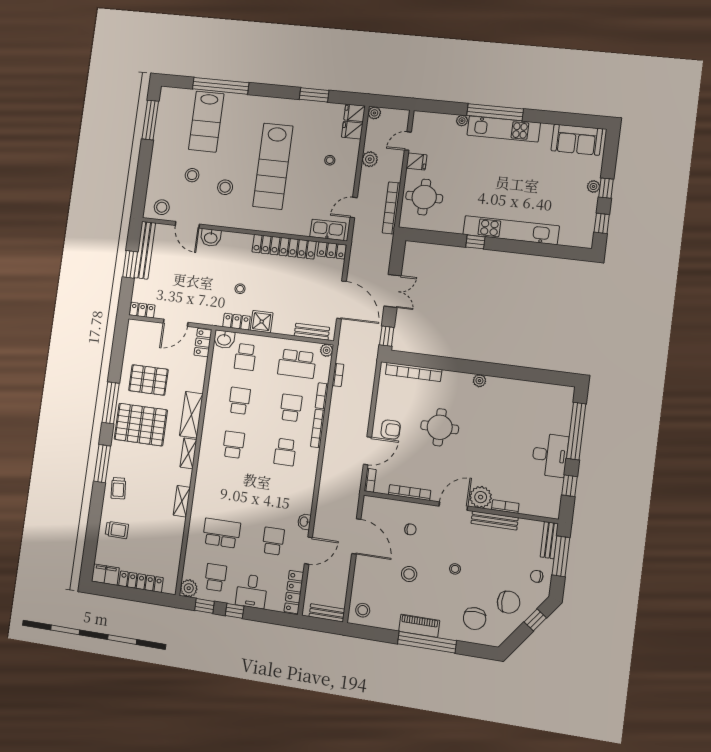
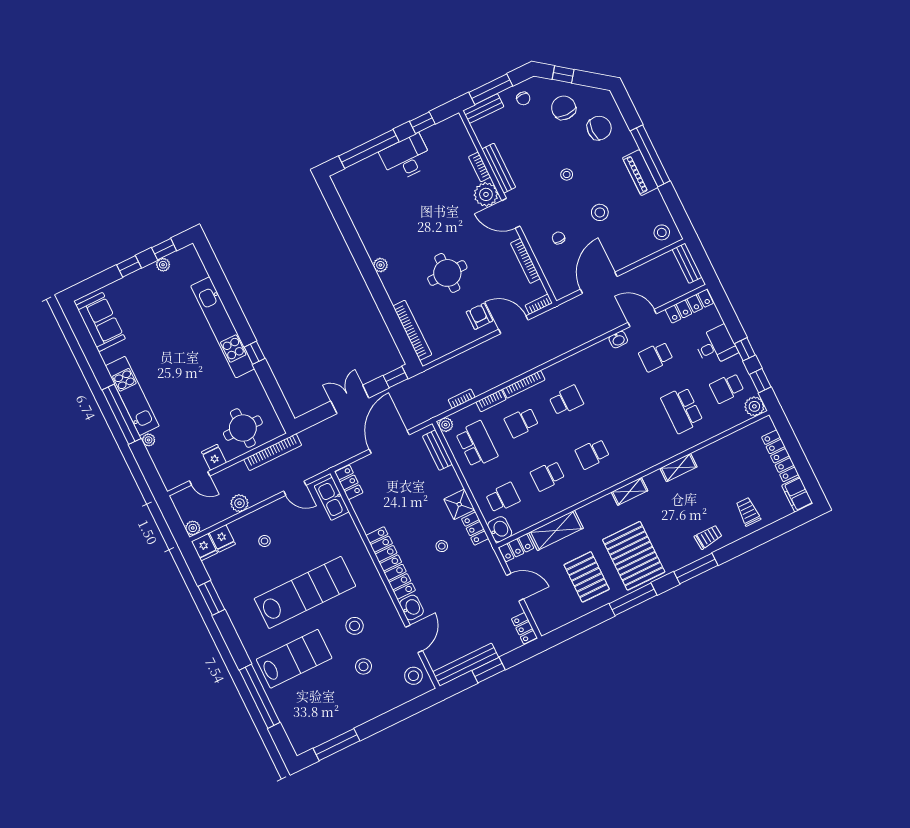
lab bench: (206, 122) -> (294, 659), moved
plant: (593, 186) -> (163, 265), moved
locker: (284, 247) -> (391, 563), moved
shelving: (191, 415) -> (556, 530), moved

